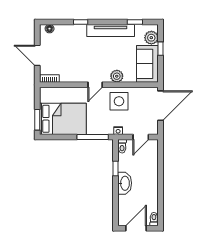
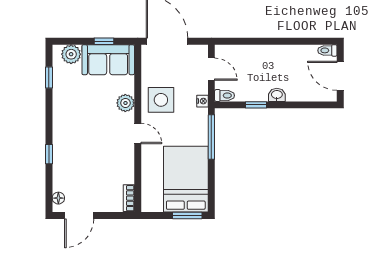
tv unit: (111, 30) -> (61, 112), removed
window: (160, 49) -> (104, 41), moved
door: (37, 55) -> (79, 215), moved
washbasin: (125, 183) -> (277, 95), width x0.52, depth x0.69

